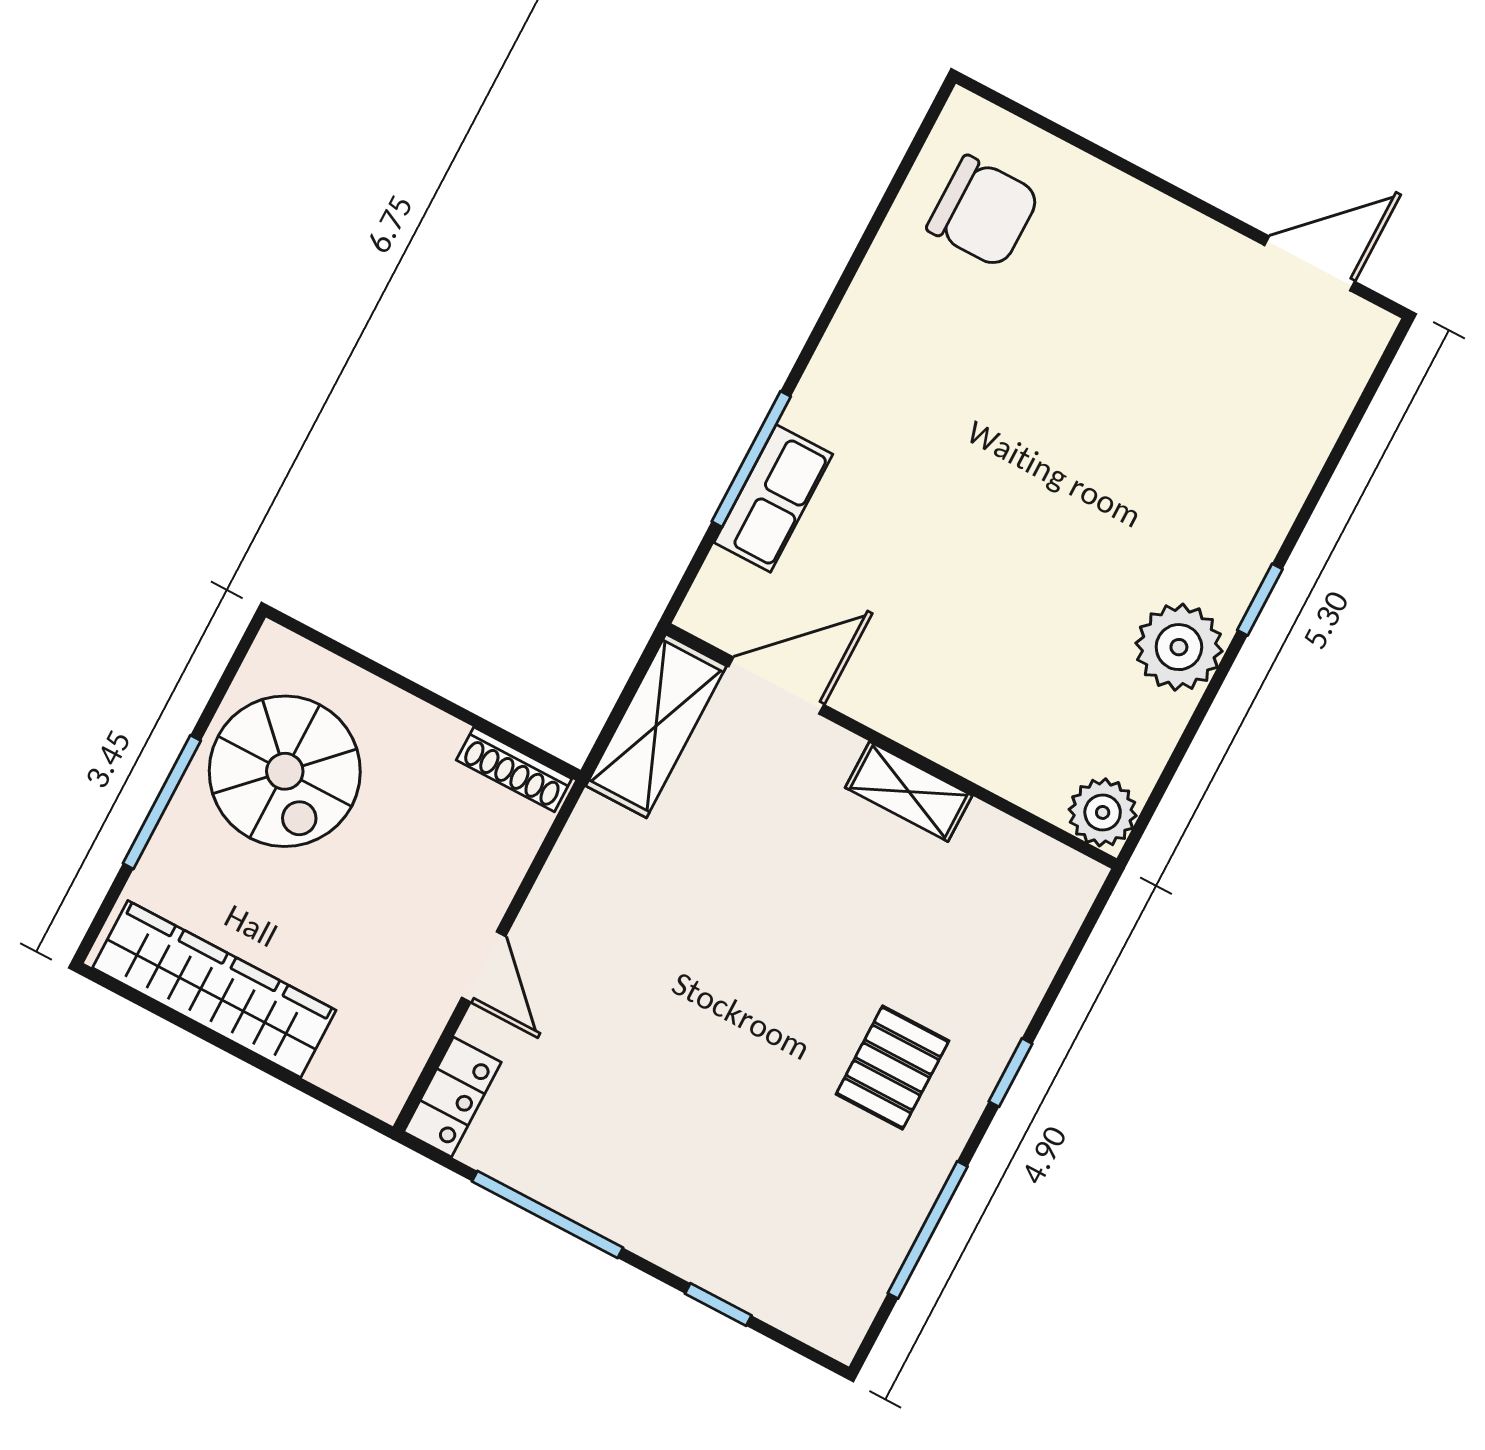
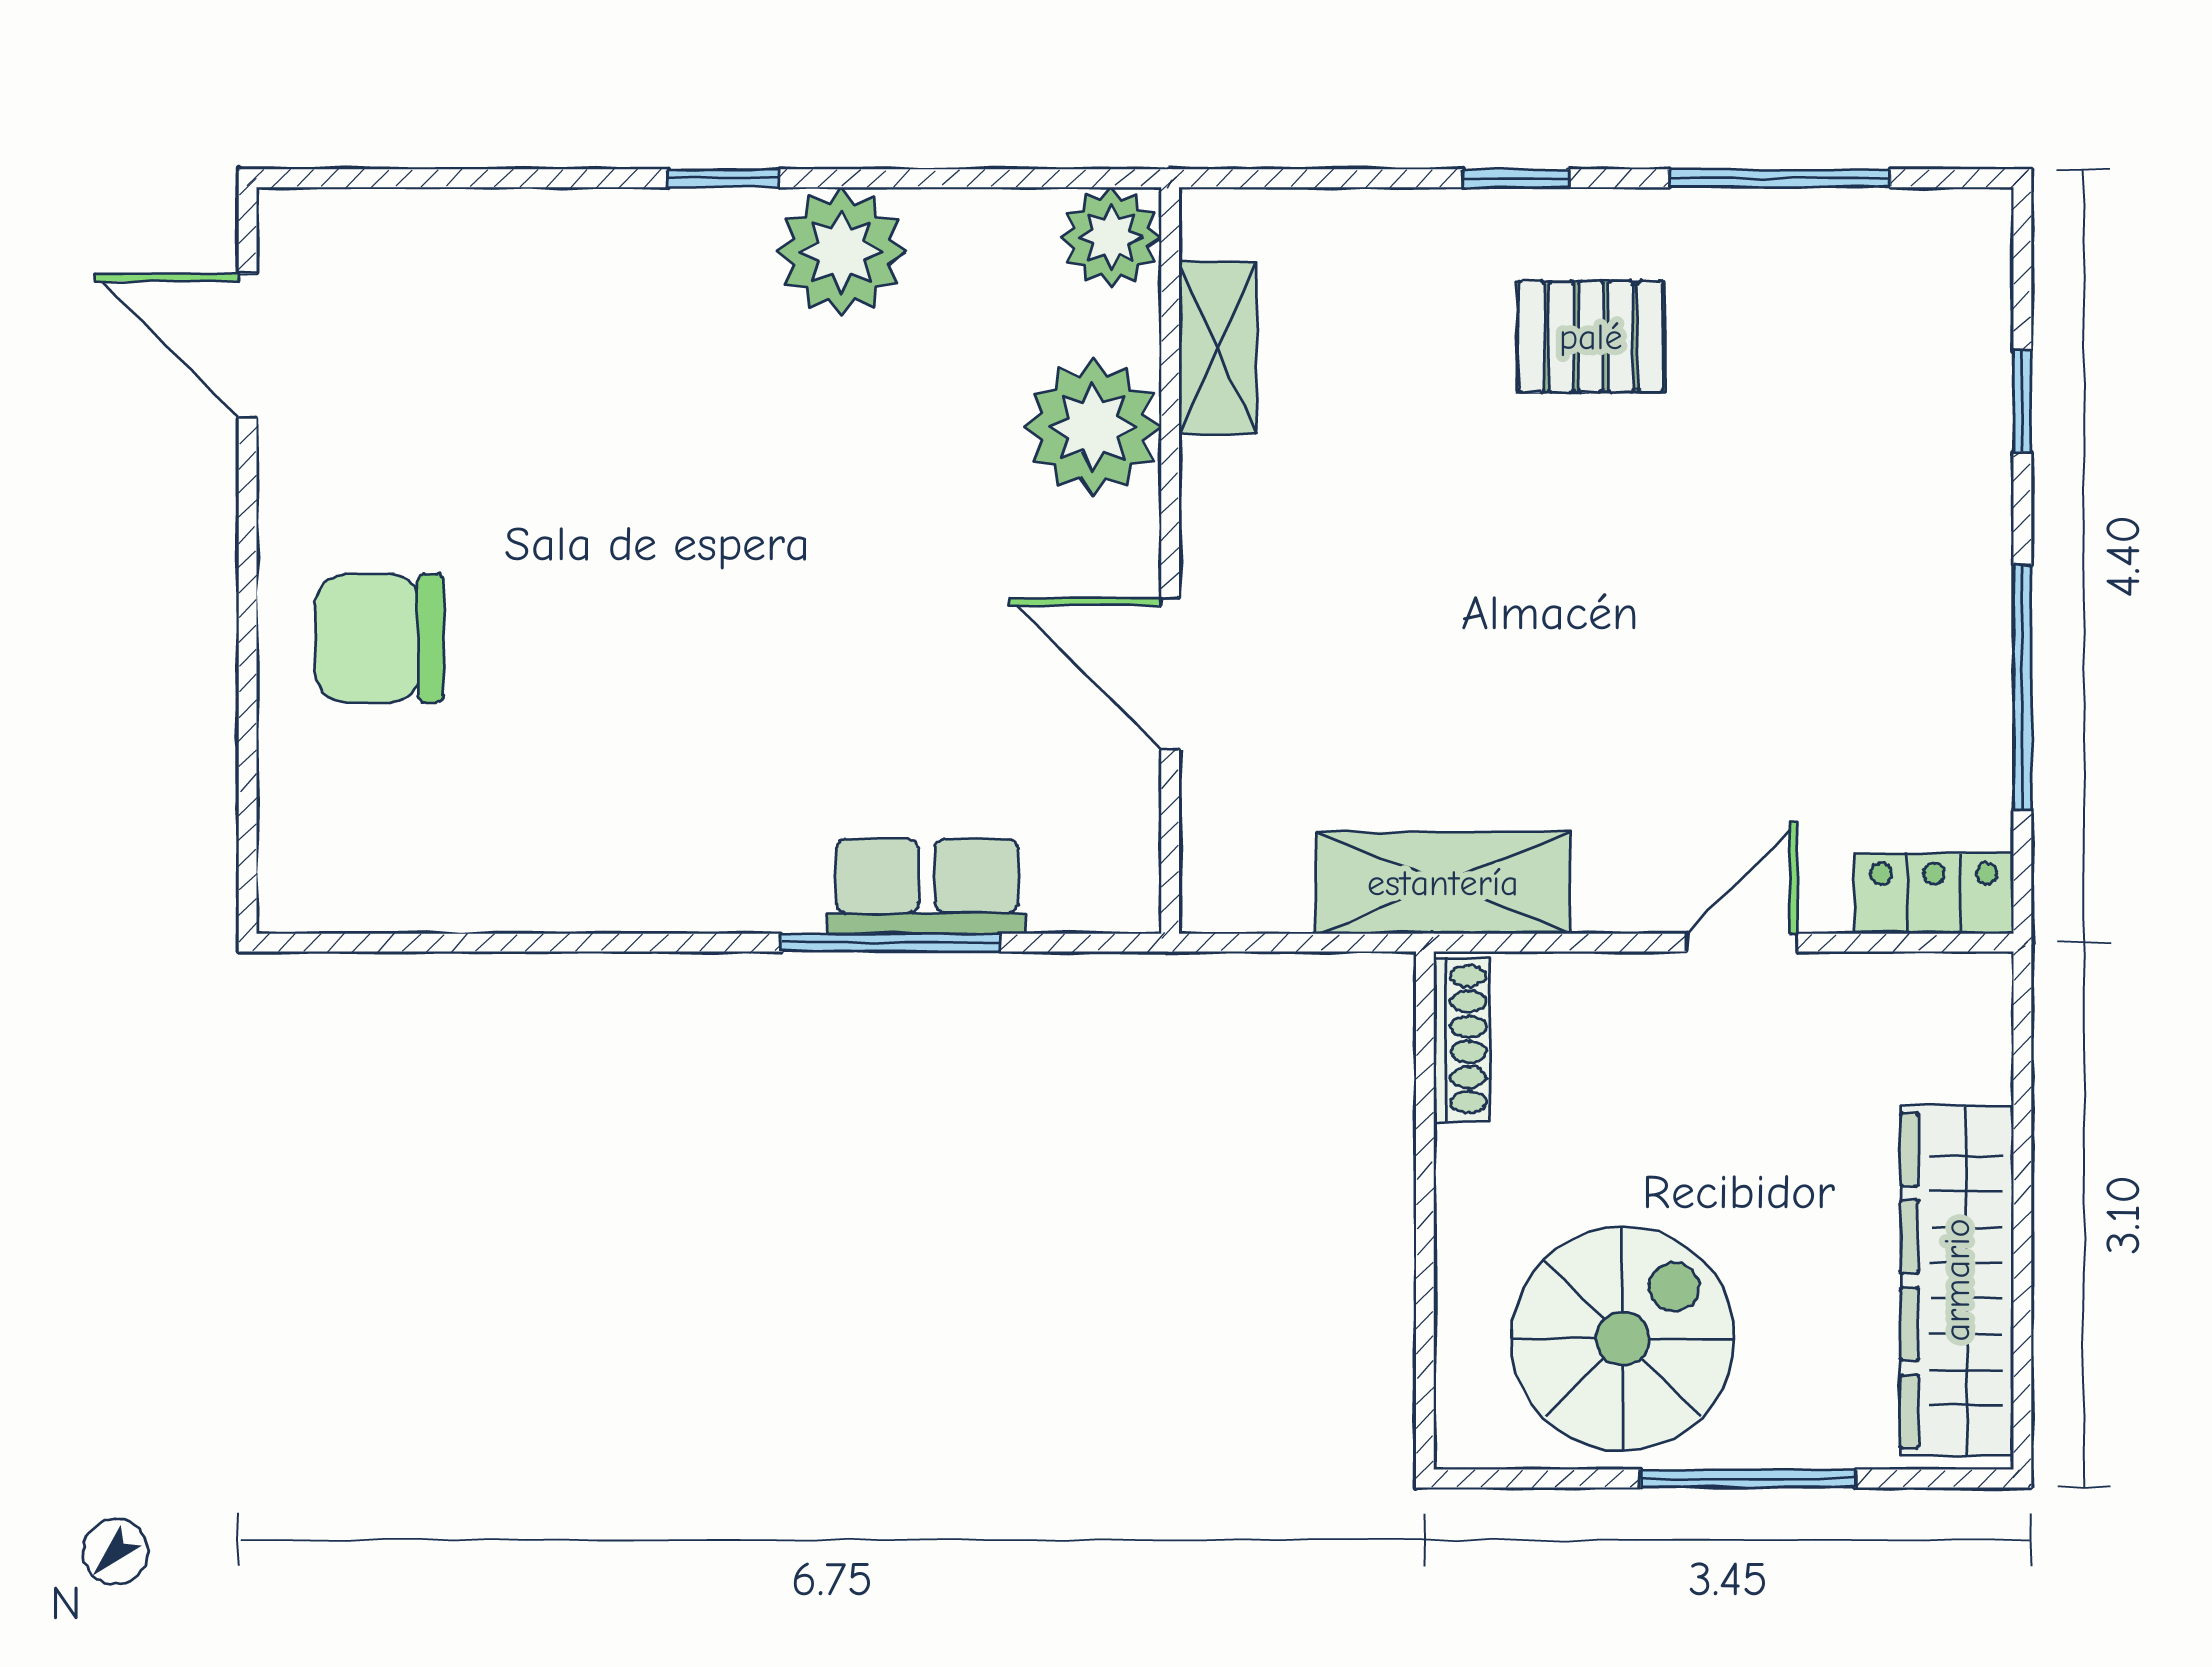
chair: (983, 212) -> (379, 638), moved, turned -90
door: (776, 685) -> (1170, 674), moved
shelving: (656, 726) -> (1443, 883), moved
plant: (995, 742) -> (1093, 427), added
shelving: (909, 792) -> (1218, 348), moved

